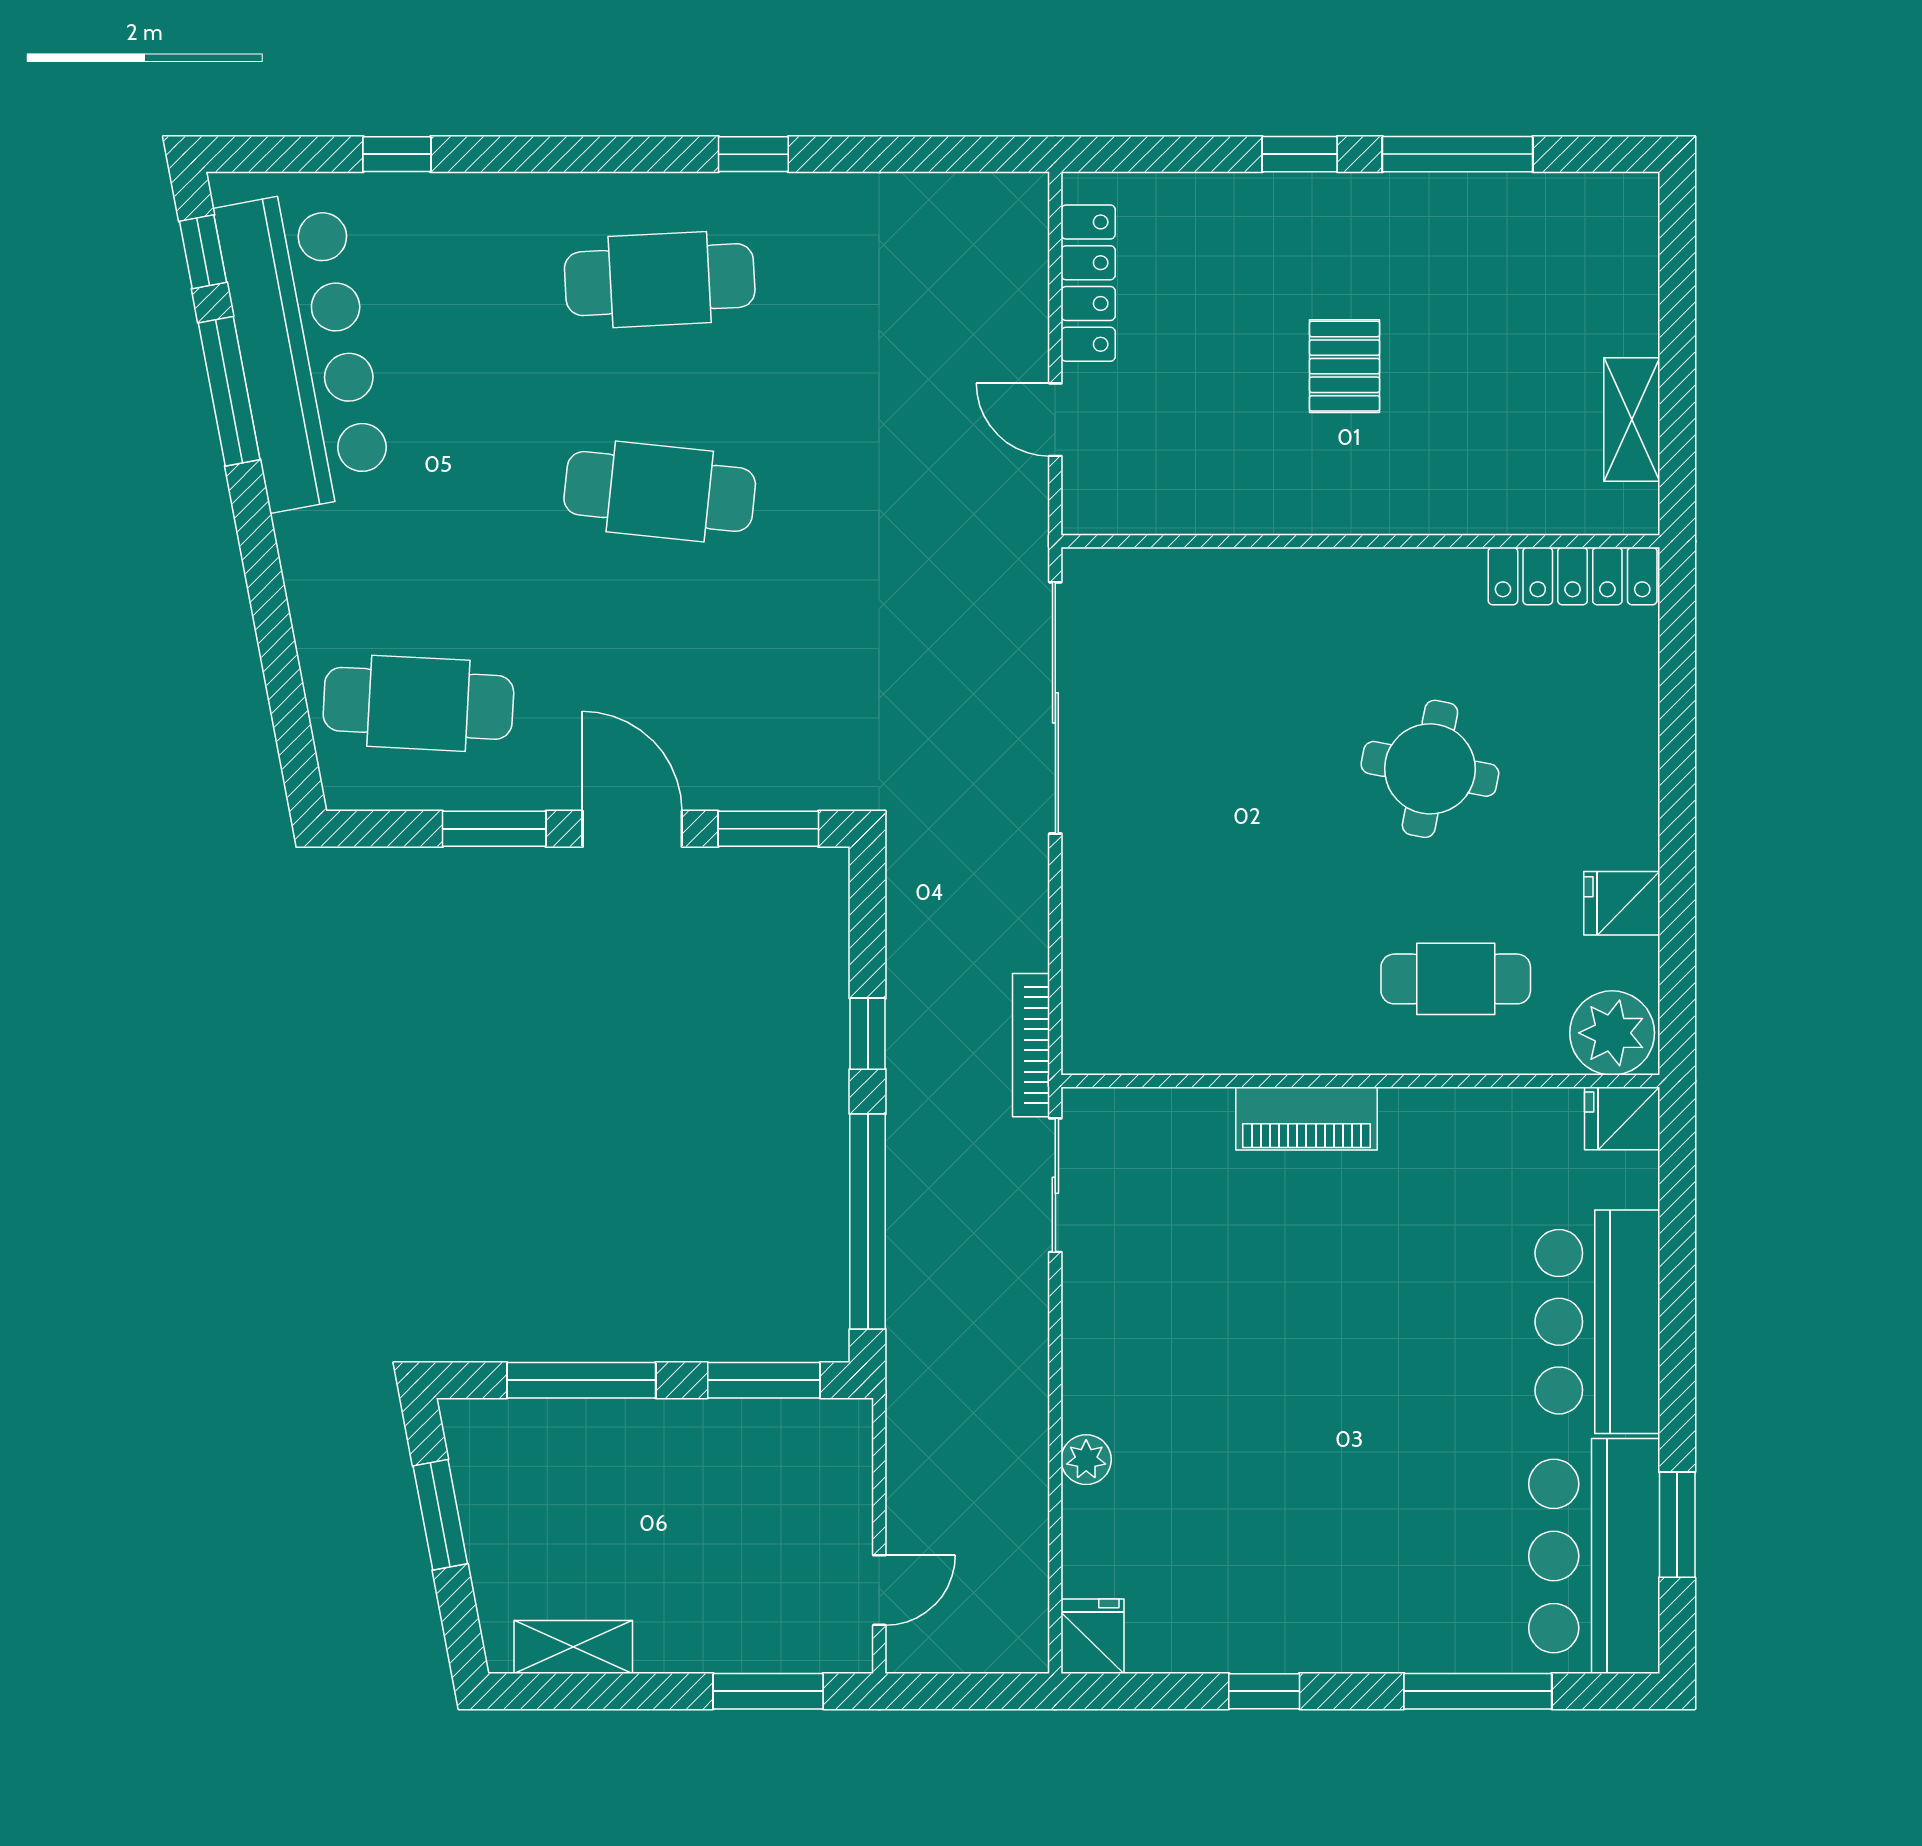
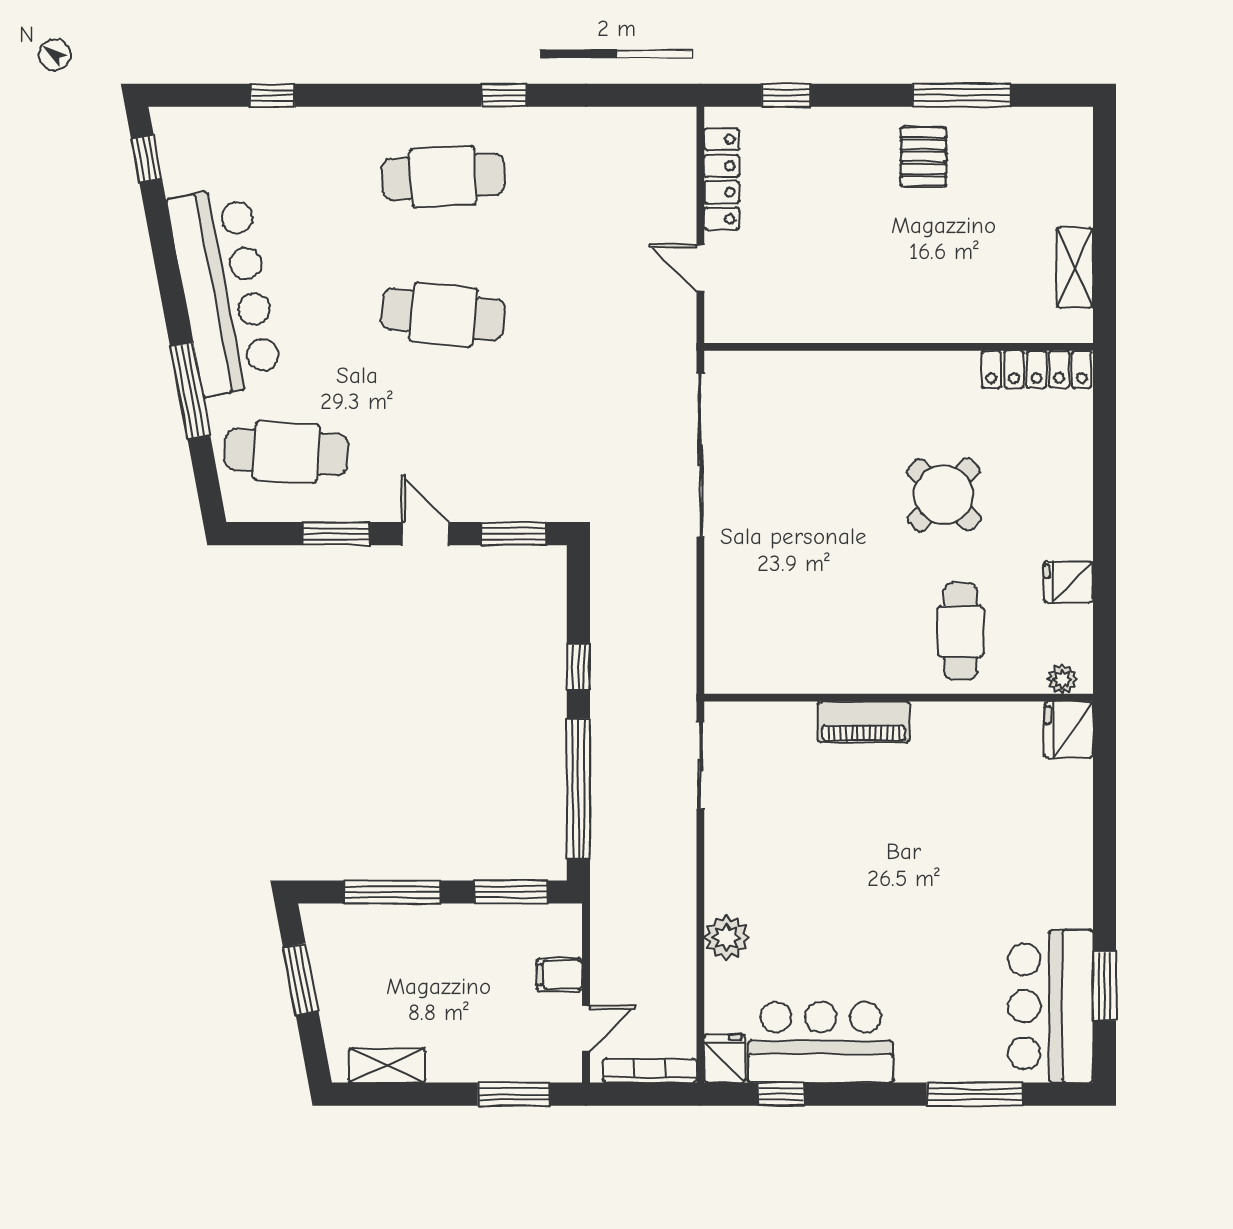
window: (1300, 154) -> (786, 95), moved
bar counter: (304, 349) -> (225, 291), moved
pallet: (1345, 366) -> (923, 157), moved
window: (229, 391) -> (190, 391), moved
round table: (1430, 769) -> (944, 495), turned 33
door: (632, 829) -> (425, 534), width x0.73
cafe table: (1456, 979) -> (961, 631), turned 90
plant: (1612, 1033) -> (1062, 679), width x0.53, depth x0.53
bookcase: (1031, 1045) -> (650, 1071), moved, turned 90
fridge: (1622, 1118) -> (1069, 730), width x1.38
bar counter: (1597, 1322) -> (821, 1042), moved, turned 90
plant: (1086, 1460) -> (727, 937), width x1.38, depth x1.38
filing cabinet: (838, 1507) -> (559, 975), added
window: (1264, 1691) -> (781, 1094), moved

